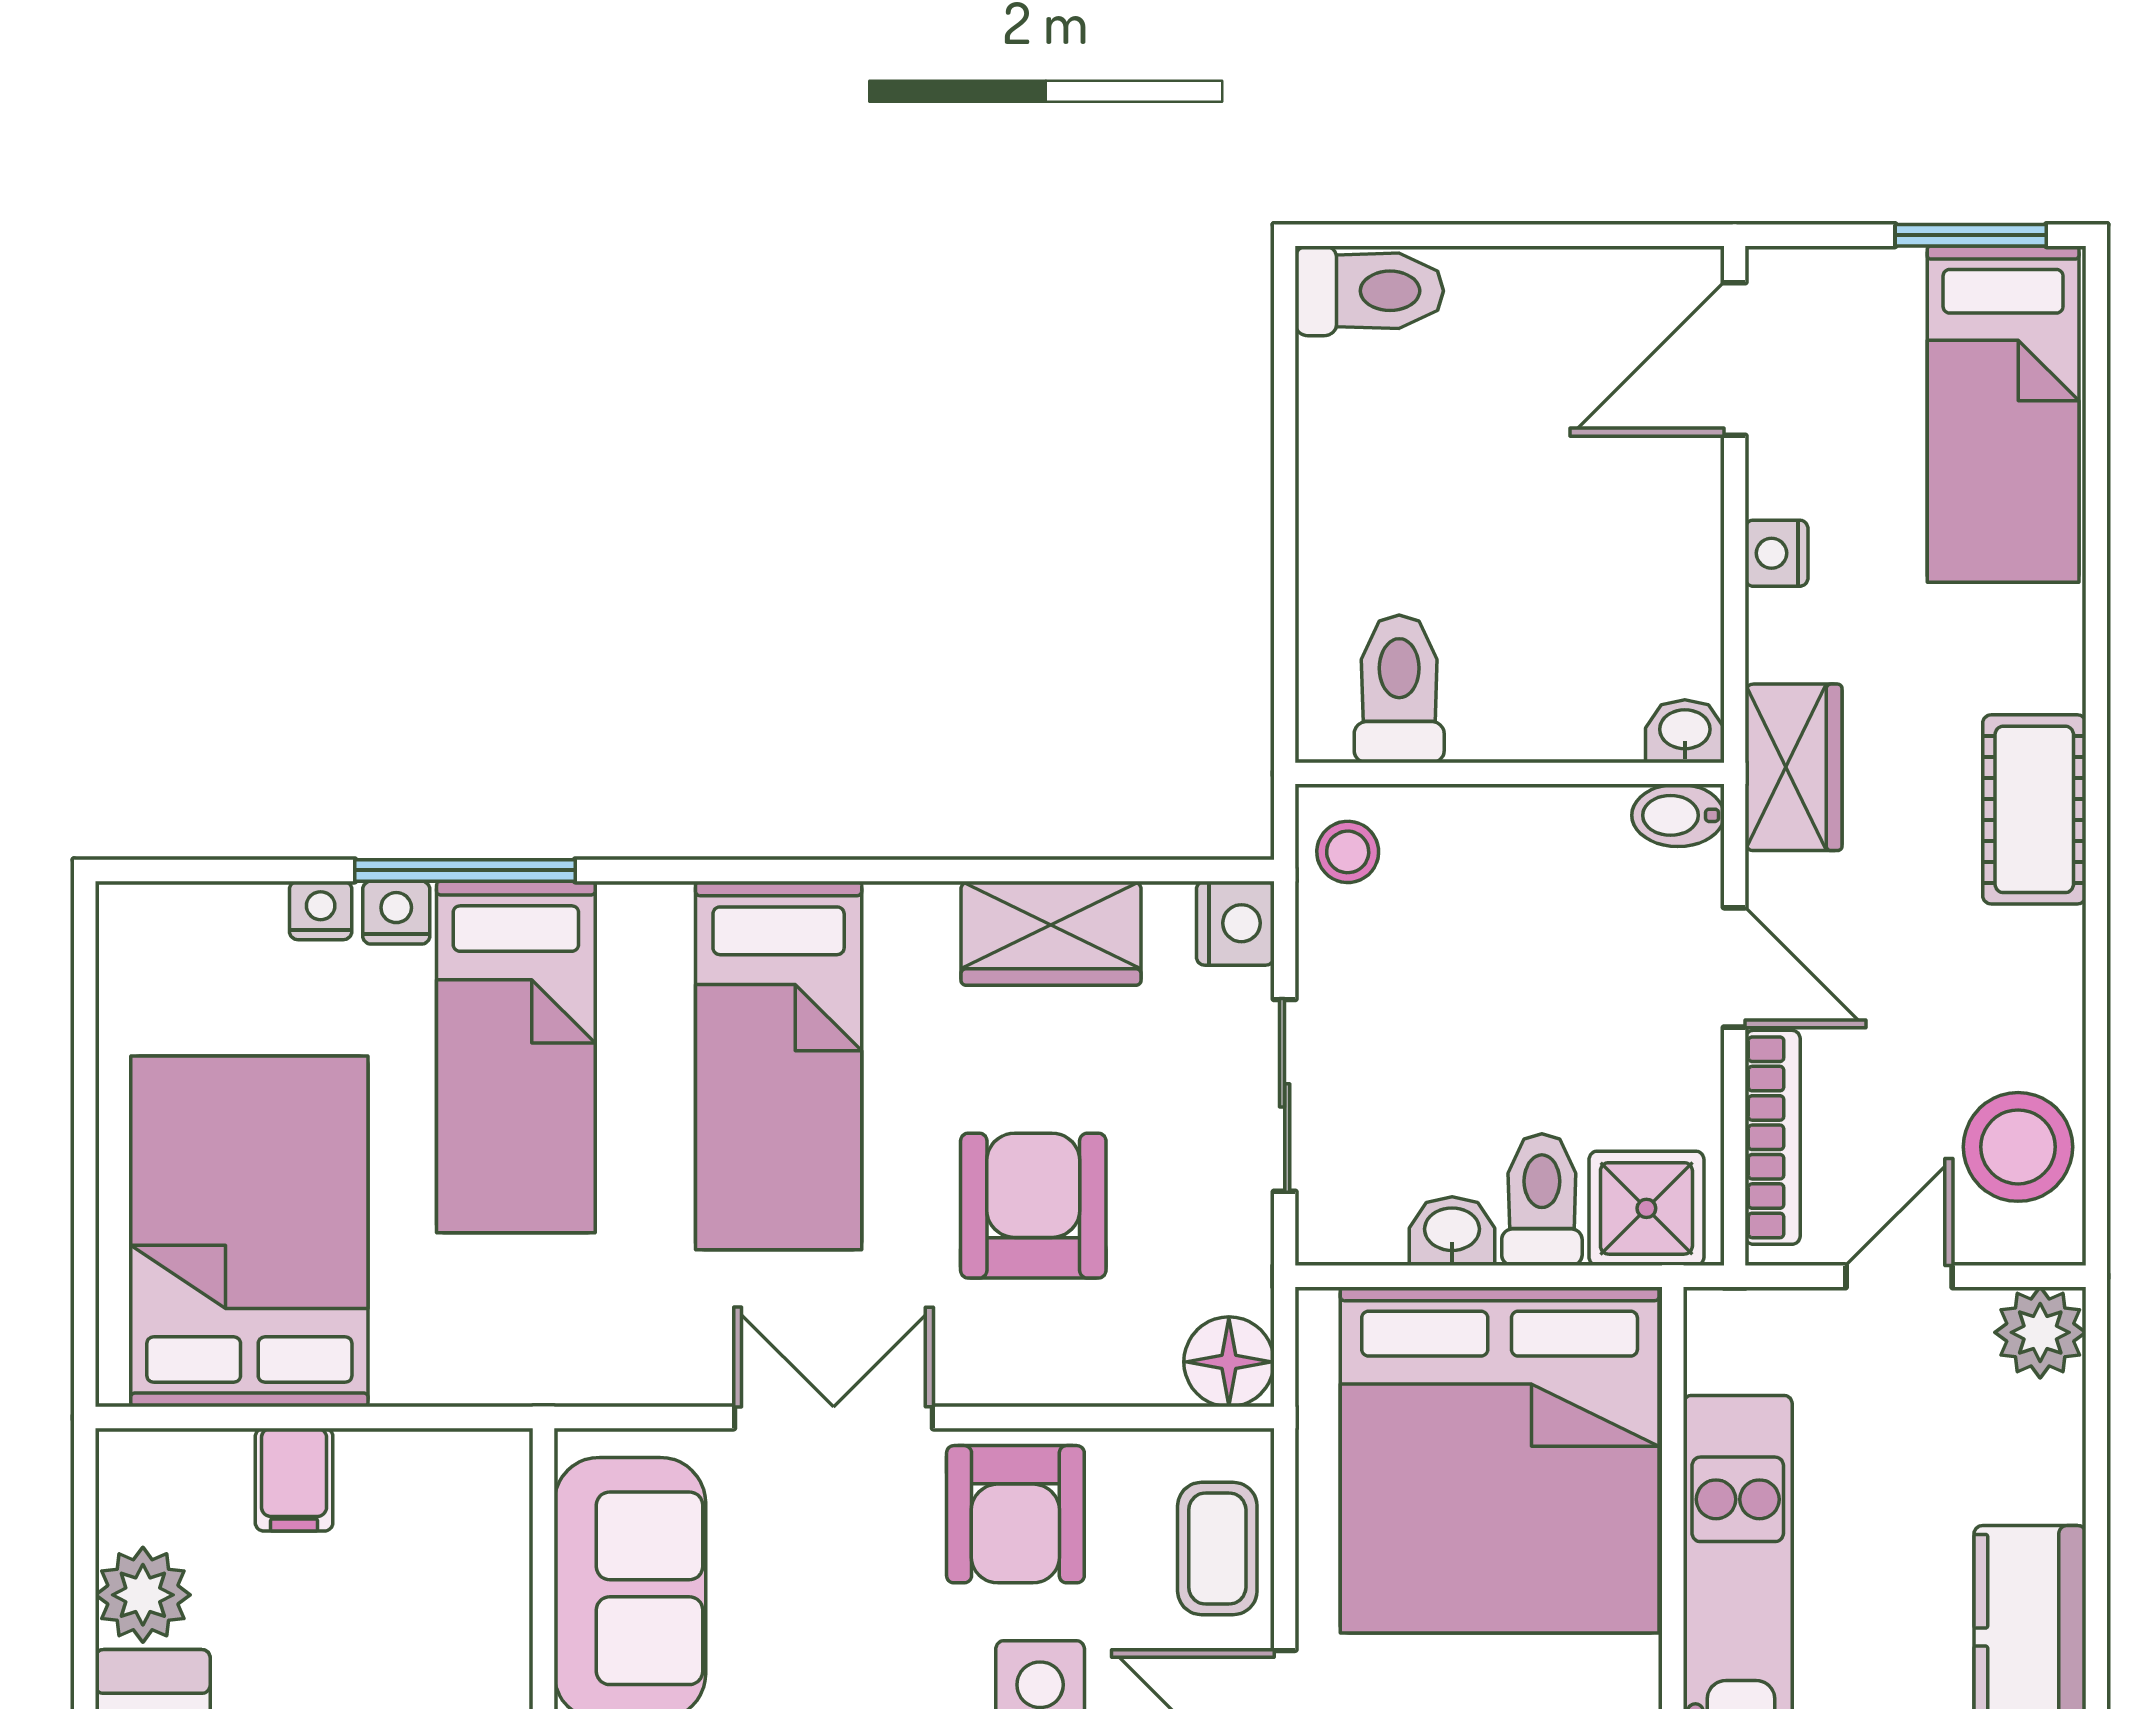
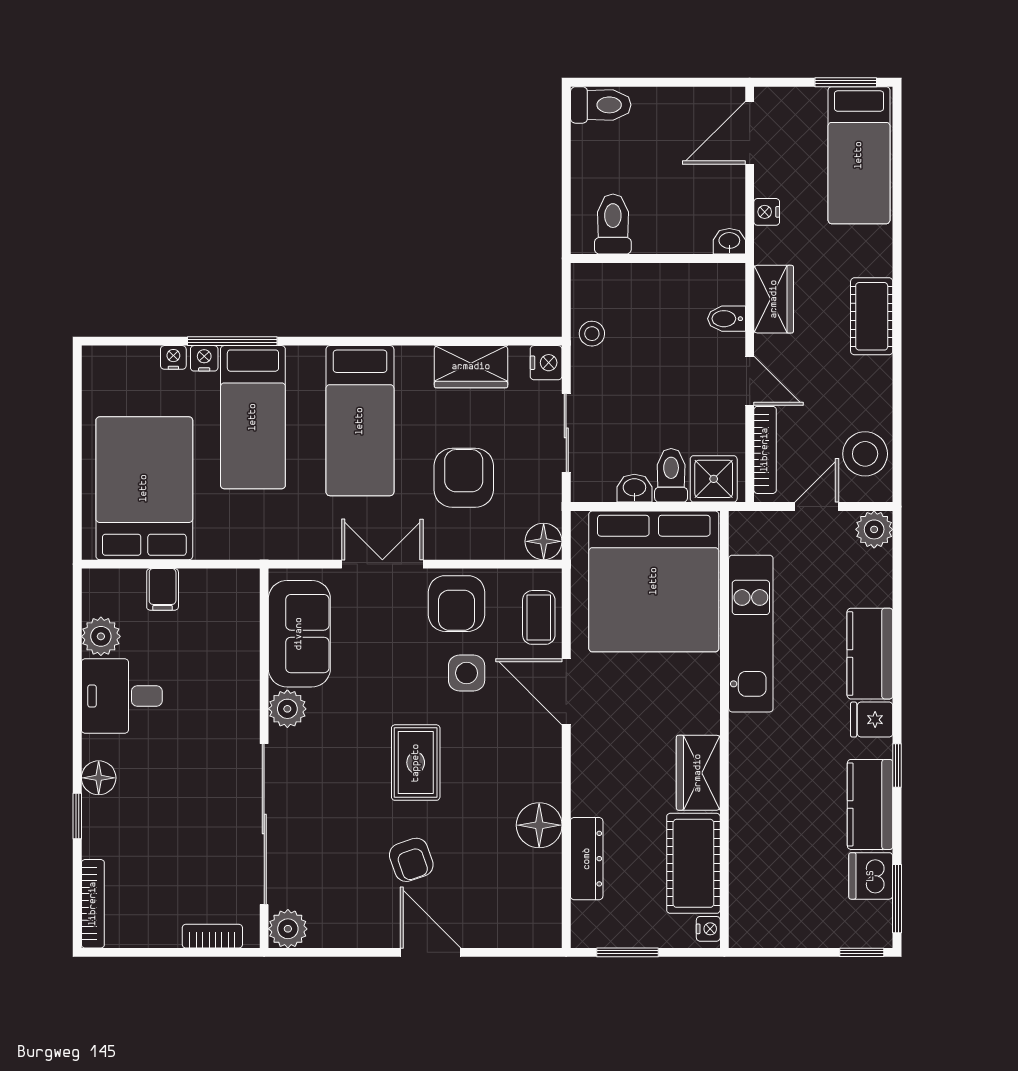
toilet: (1399, 689) -> (613, 224), moved
washbasin: (1685, 731) -> (729, 241), moved
wall: (1510, 773) -> (658, 258), moved

